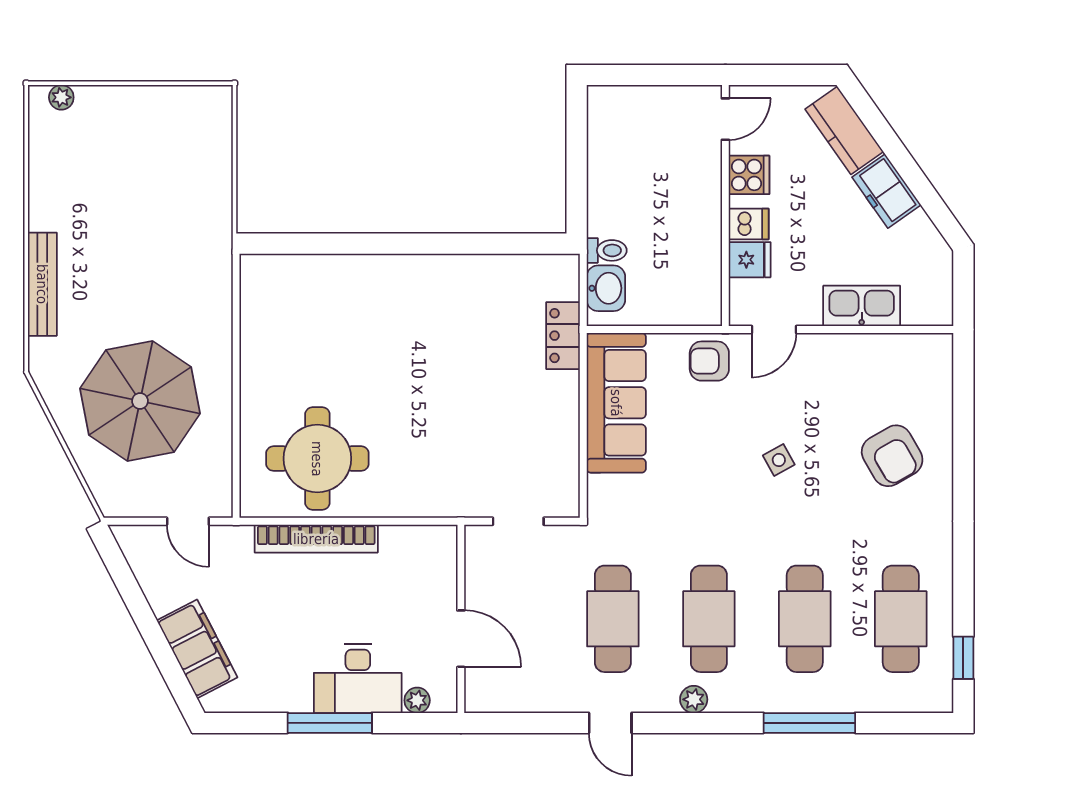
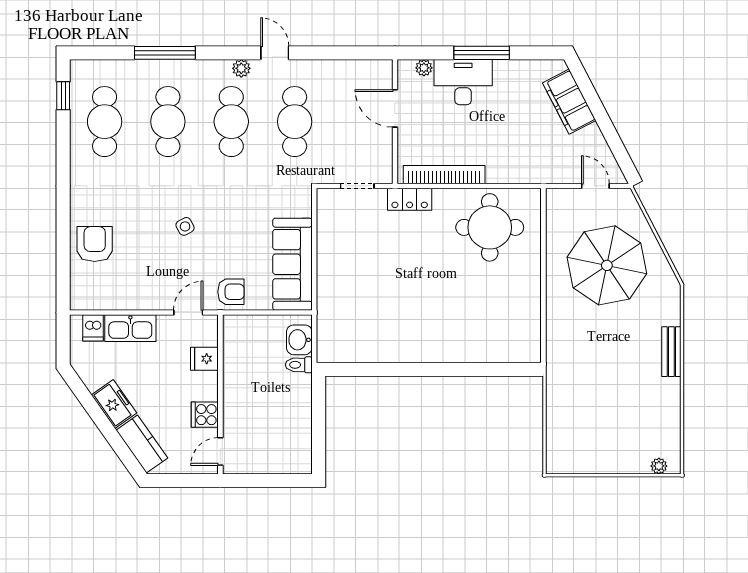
dishwasher: (749, 224) -> (93, 328), moved, turned -90
bench: (42, 284) -> (671, 352), width x0.73
locker: (563, 336) -> (410, 199), moved, turned 90
armchair: (892, 456) -> (95, 244), moved, turned 30
door: (188, 521) -> (595, 186), moved
bookcase: (316, 539) -> (444, 175), moved
door: (610, 723) -> (275, 53), moved

